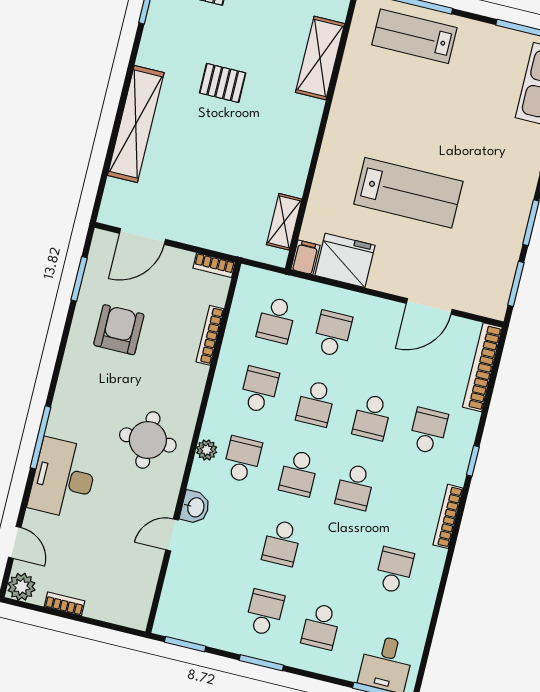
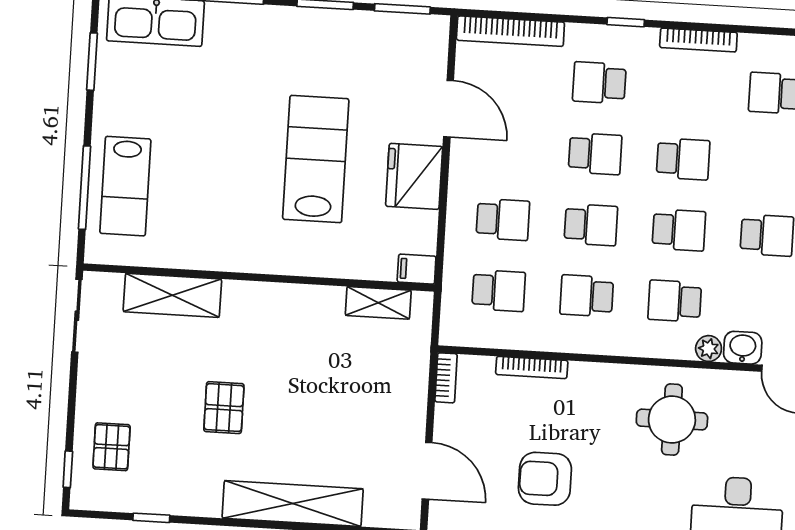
fridge: (345, 260) -> (414, 176), moved
school desk: (333, 334) -> (503, 220), turned 180
plant: (207, 450) -> (709, 349), moved

